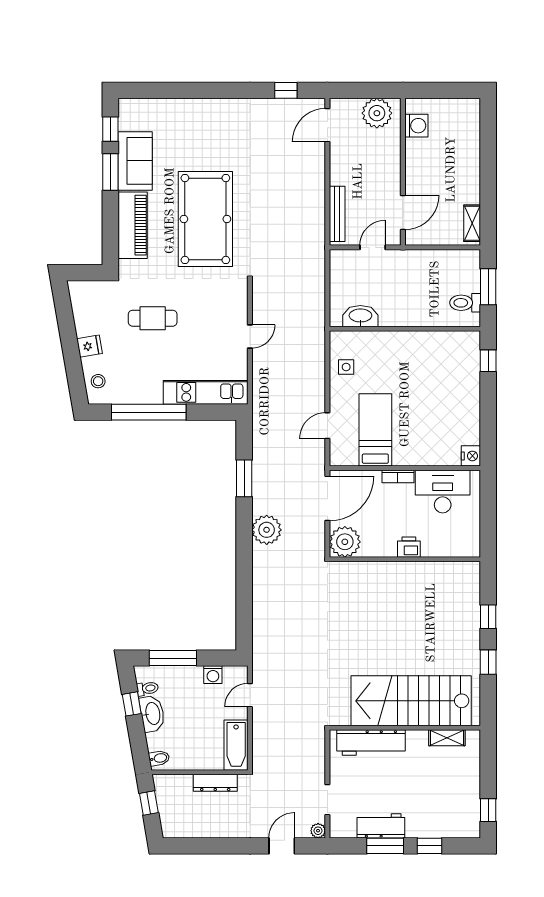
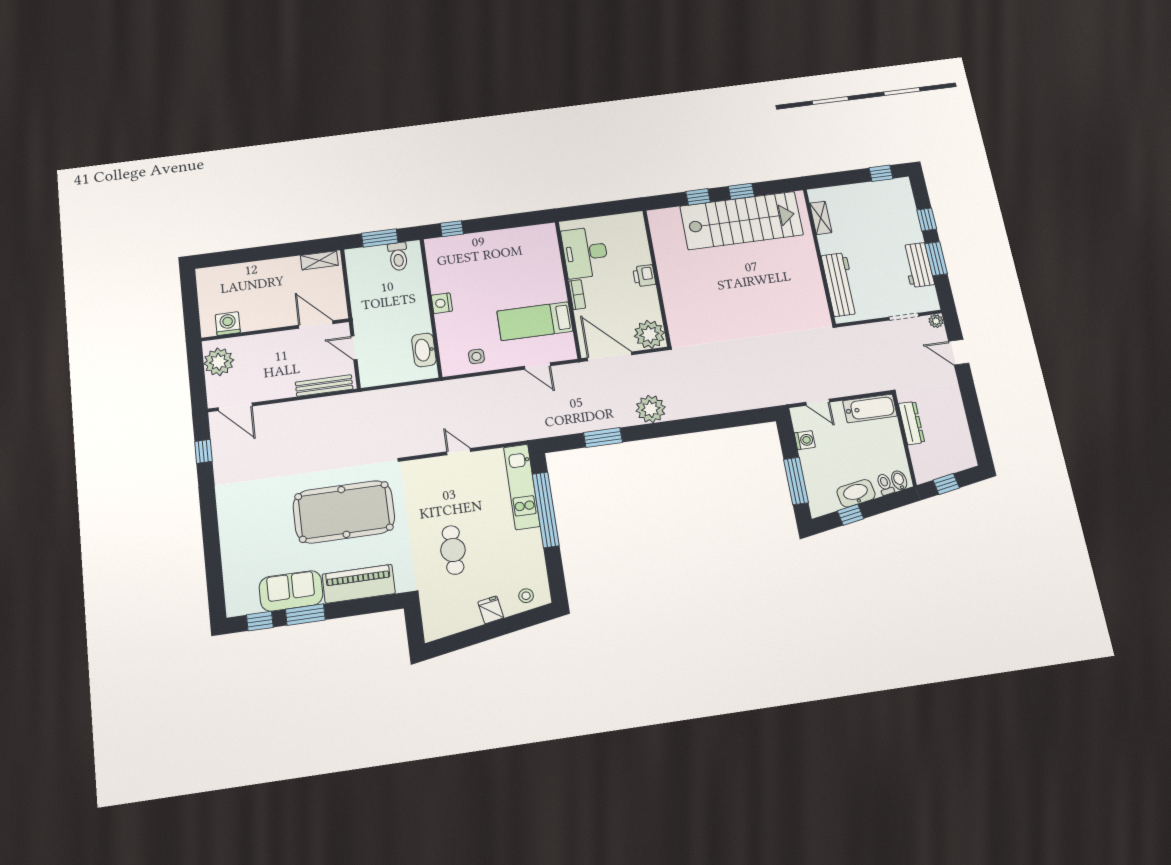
window: (149, 412) -> (546, 510), moved
nightstand: (471, 456) -> (442, 303), moved, turned -90
toilet: (148, 688) -> (885, 484), moved
stairs: (411, 701) -> (741, 221), moved, turned -90

